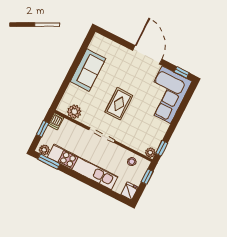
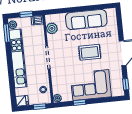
sofa: (88, 70) -> (86, 19), width x1.36
corner sofa: (166, 95) -> (91, 85), moved
rug: (119, 104) -> (90, 52), moved
window: (162, 148) -> (79, 103), moved

